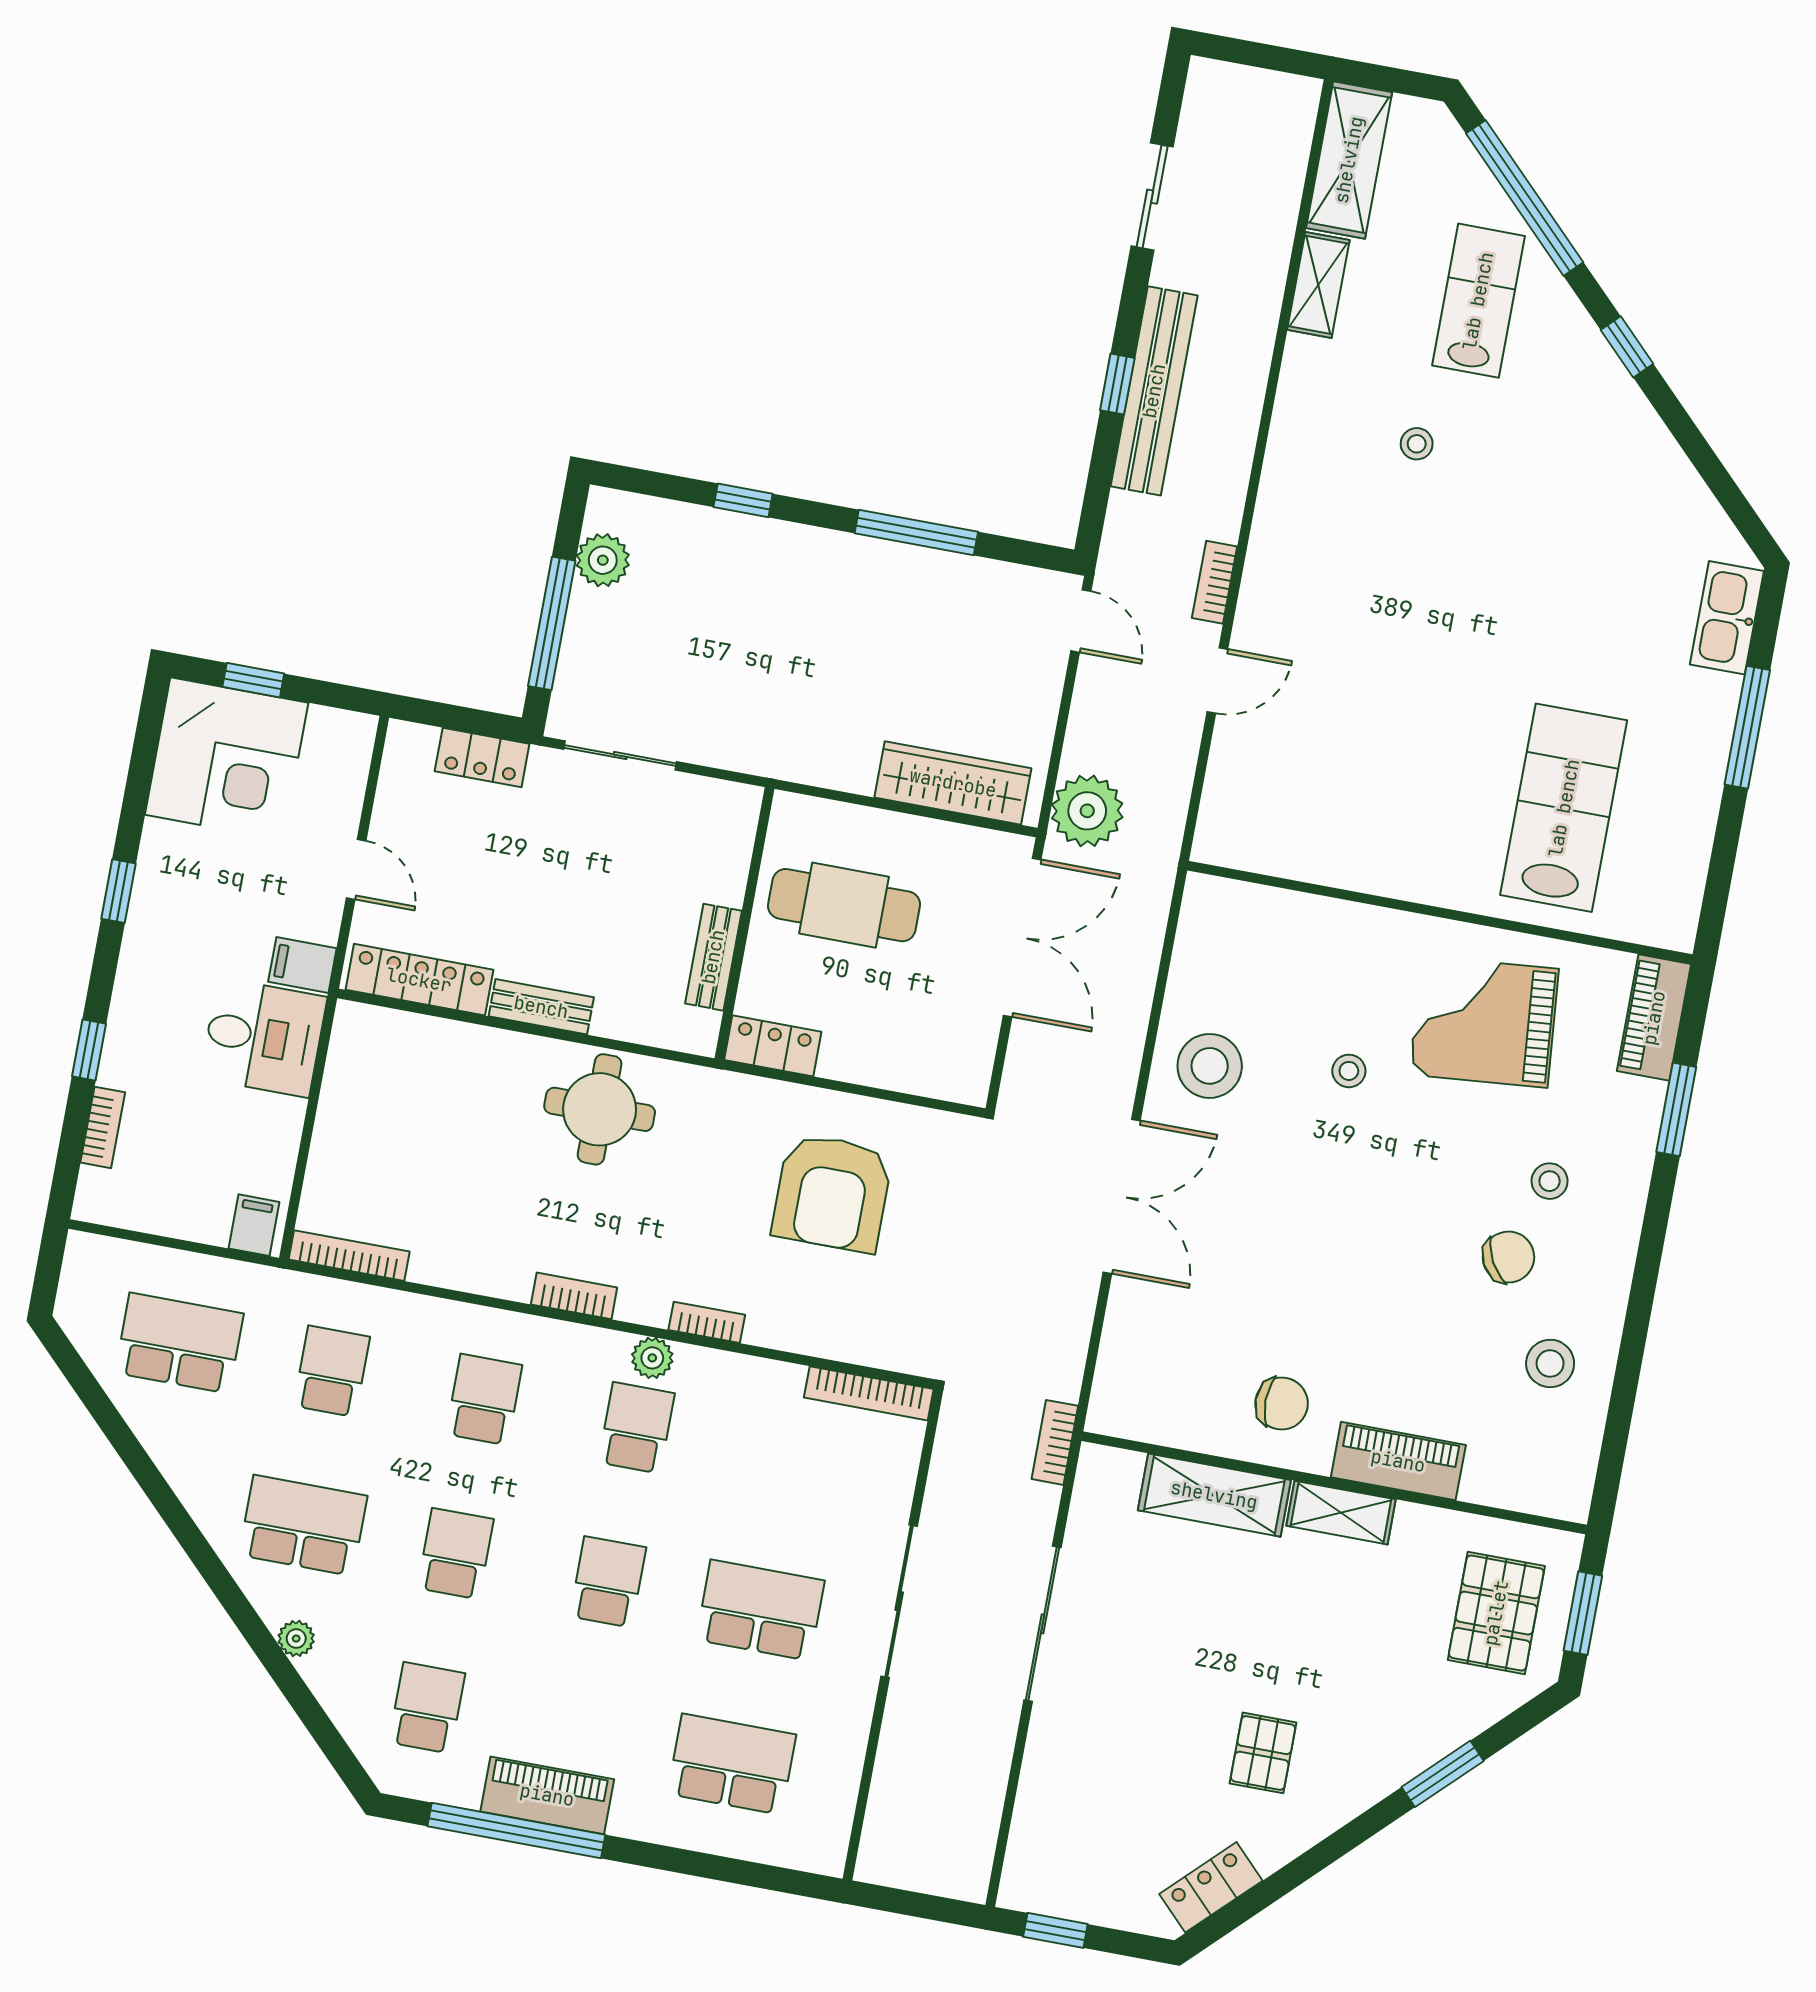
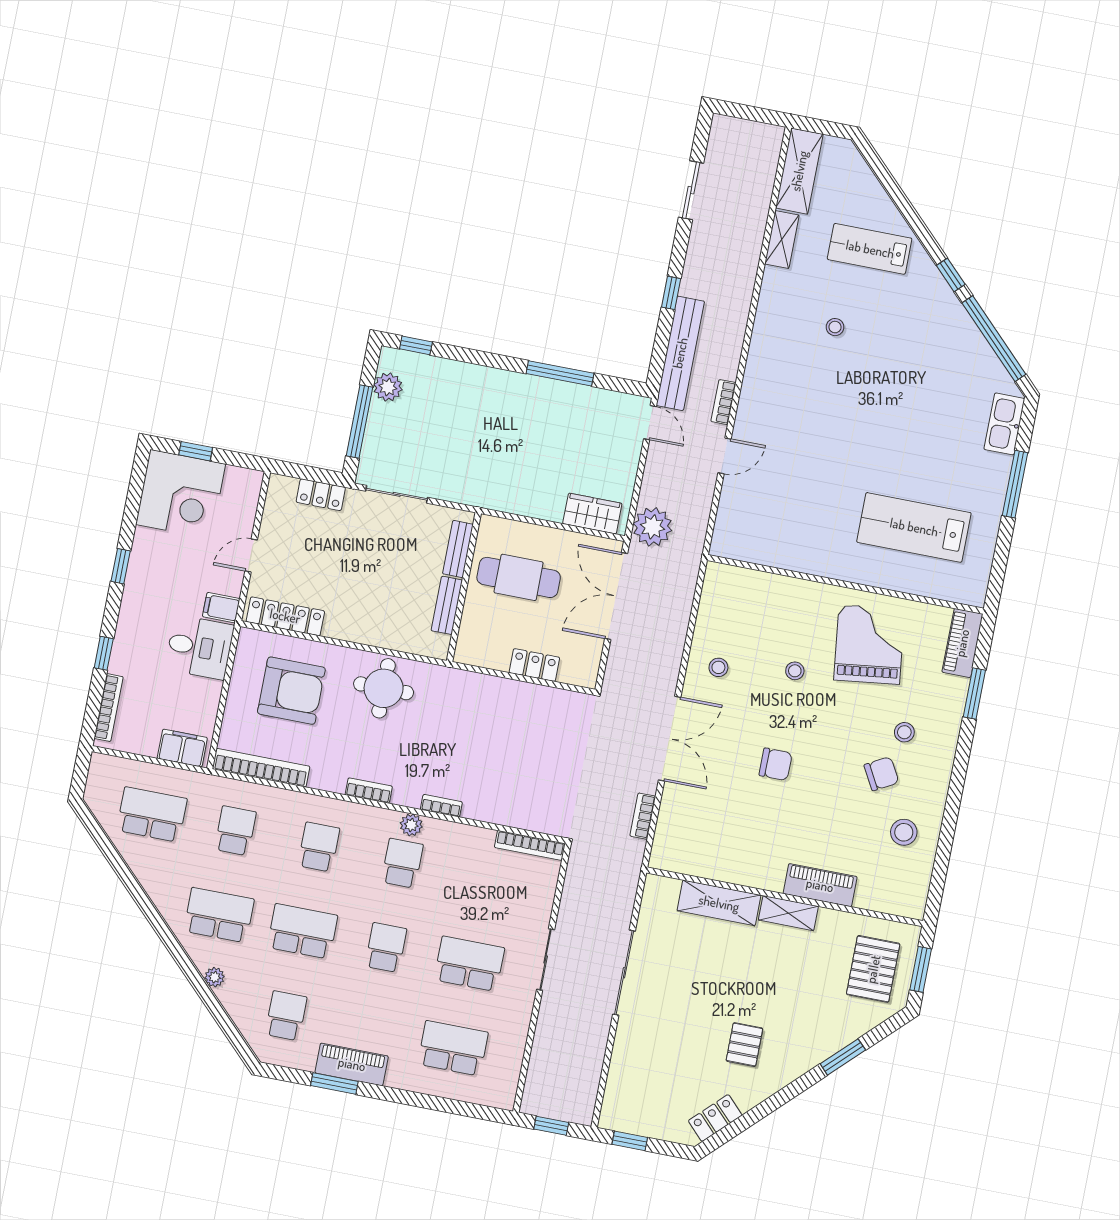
window: (1525, 198) -> (994, 339), moved
lab bench: (1478, 301) -> (870, 249), turned -90
bench: (1154, 391) -> (680, 353), moved
window: (743, 500) -> (416, 345), moved
wardrobe: (953, 783) -> (592, 514), width x0.67
lab bench: (1564, 808) -> (914, 527), turned -90
door: (356, 869) -> (251, 555), swing flipped
double door: (1022, 937) -> (616, 596), swing flipped
bench: (541, 1007) -> (458, 549), moved, turned 90
grand piano: (1484, 1022) -> (869, 644), turned 88
locker: (773, 1046) -> (534, 665), moved
stool: (1210, 1066) -> (718, 667), width x0.53, depth x0.53
bookcase: (103, 1127) -> (109, 708), width x1.56
armchair: (832, 1193) -> (291, 691), moved, turned -90
filing cabinet: (254, 1225) -> (182, 748), width x2.00
bookcase: (349, 1256) -> (261, 768), width x1.48, depth x1.31
chair: (1282, 1404) -> (776, 764), moved
bookcase: (1055, 1442) -> (643, 816), moved
school desk: (455, 1554) -> (302, 931), width x1.85
sliding door: (899, 1601) -> (546, 960), width x0.73
window: (516, 1831) -> (334, 1084), width x0.47
window: (912, 1904) -> (551, 1126), added

